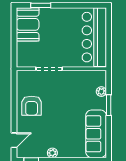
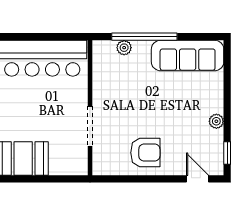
window: (109, 105) -> (144, 37), width x2.11

